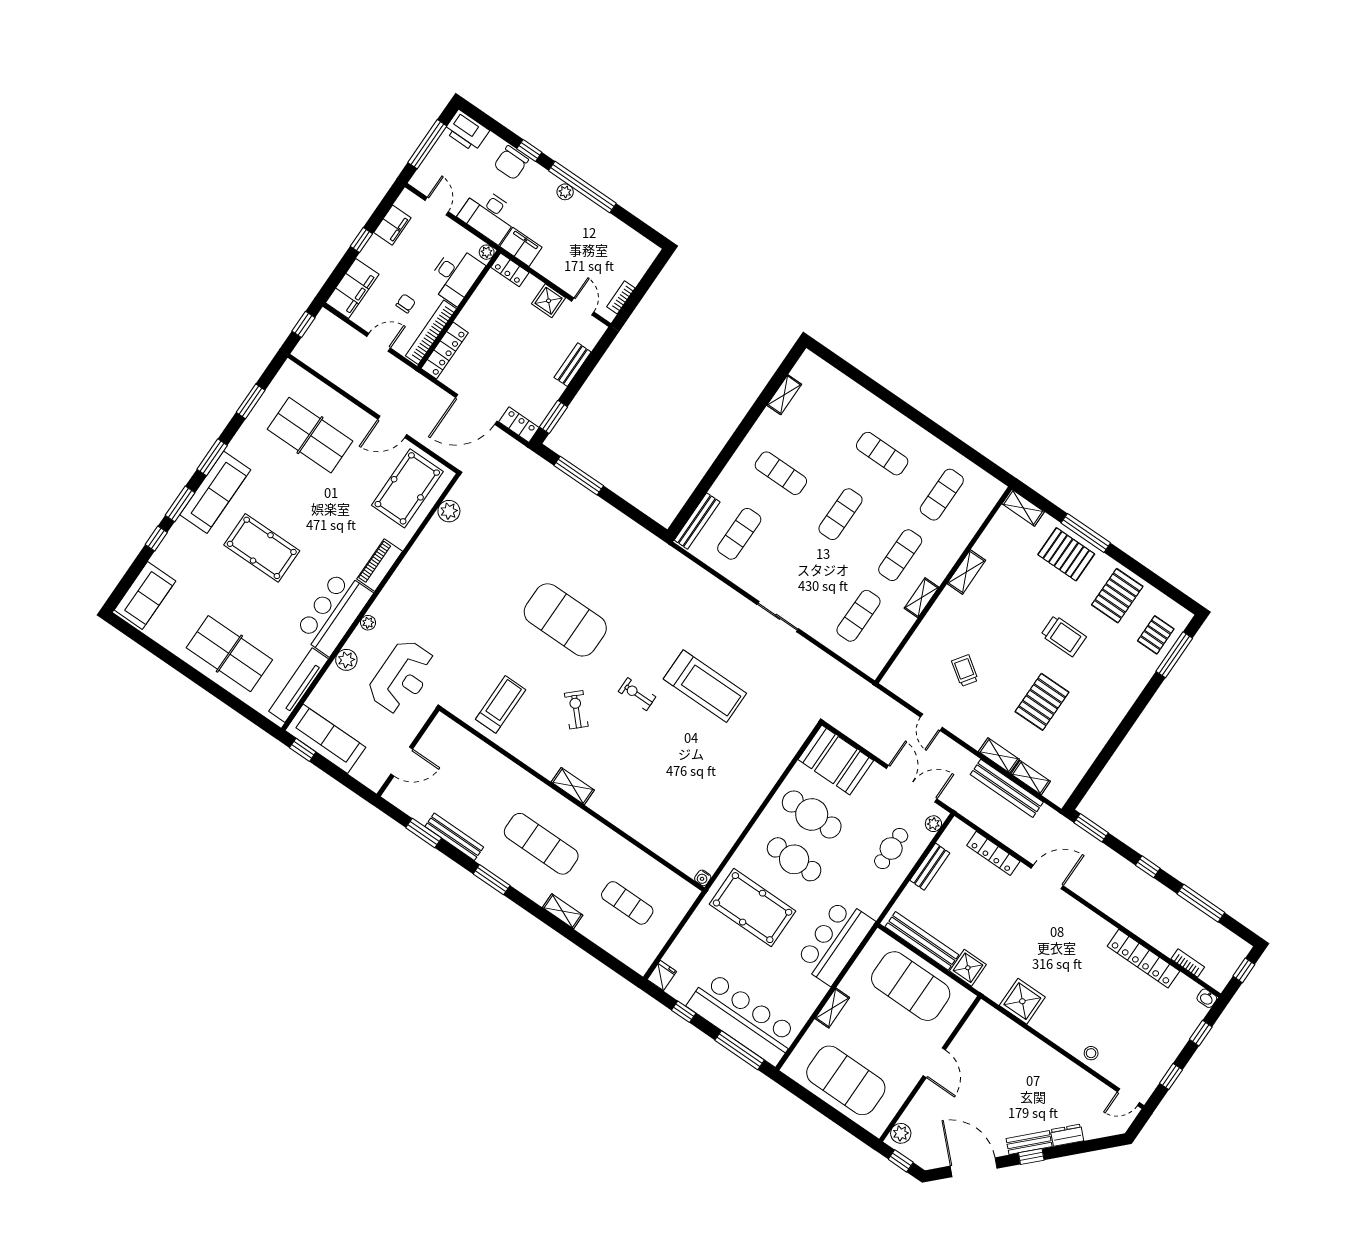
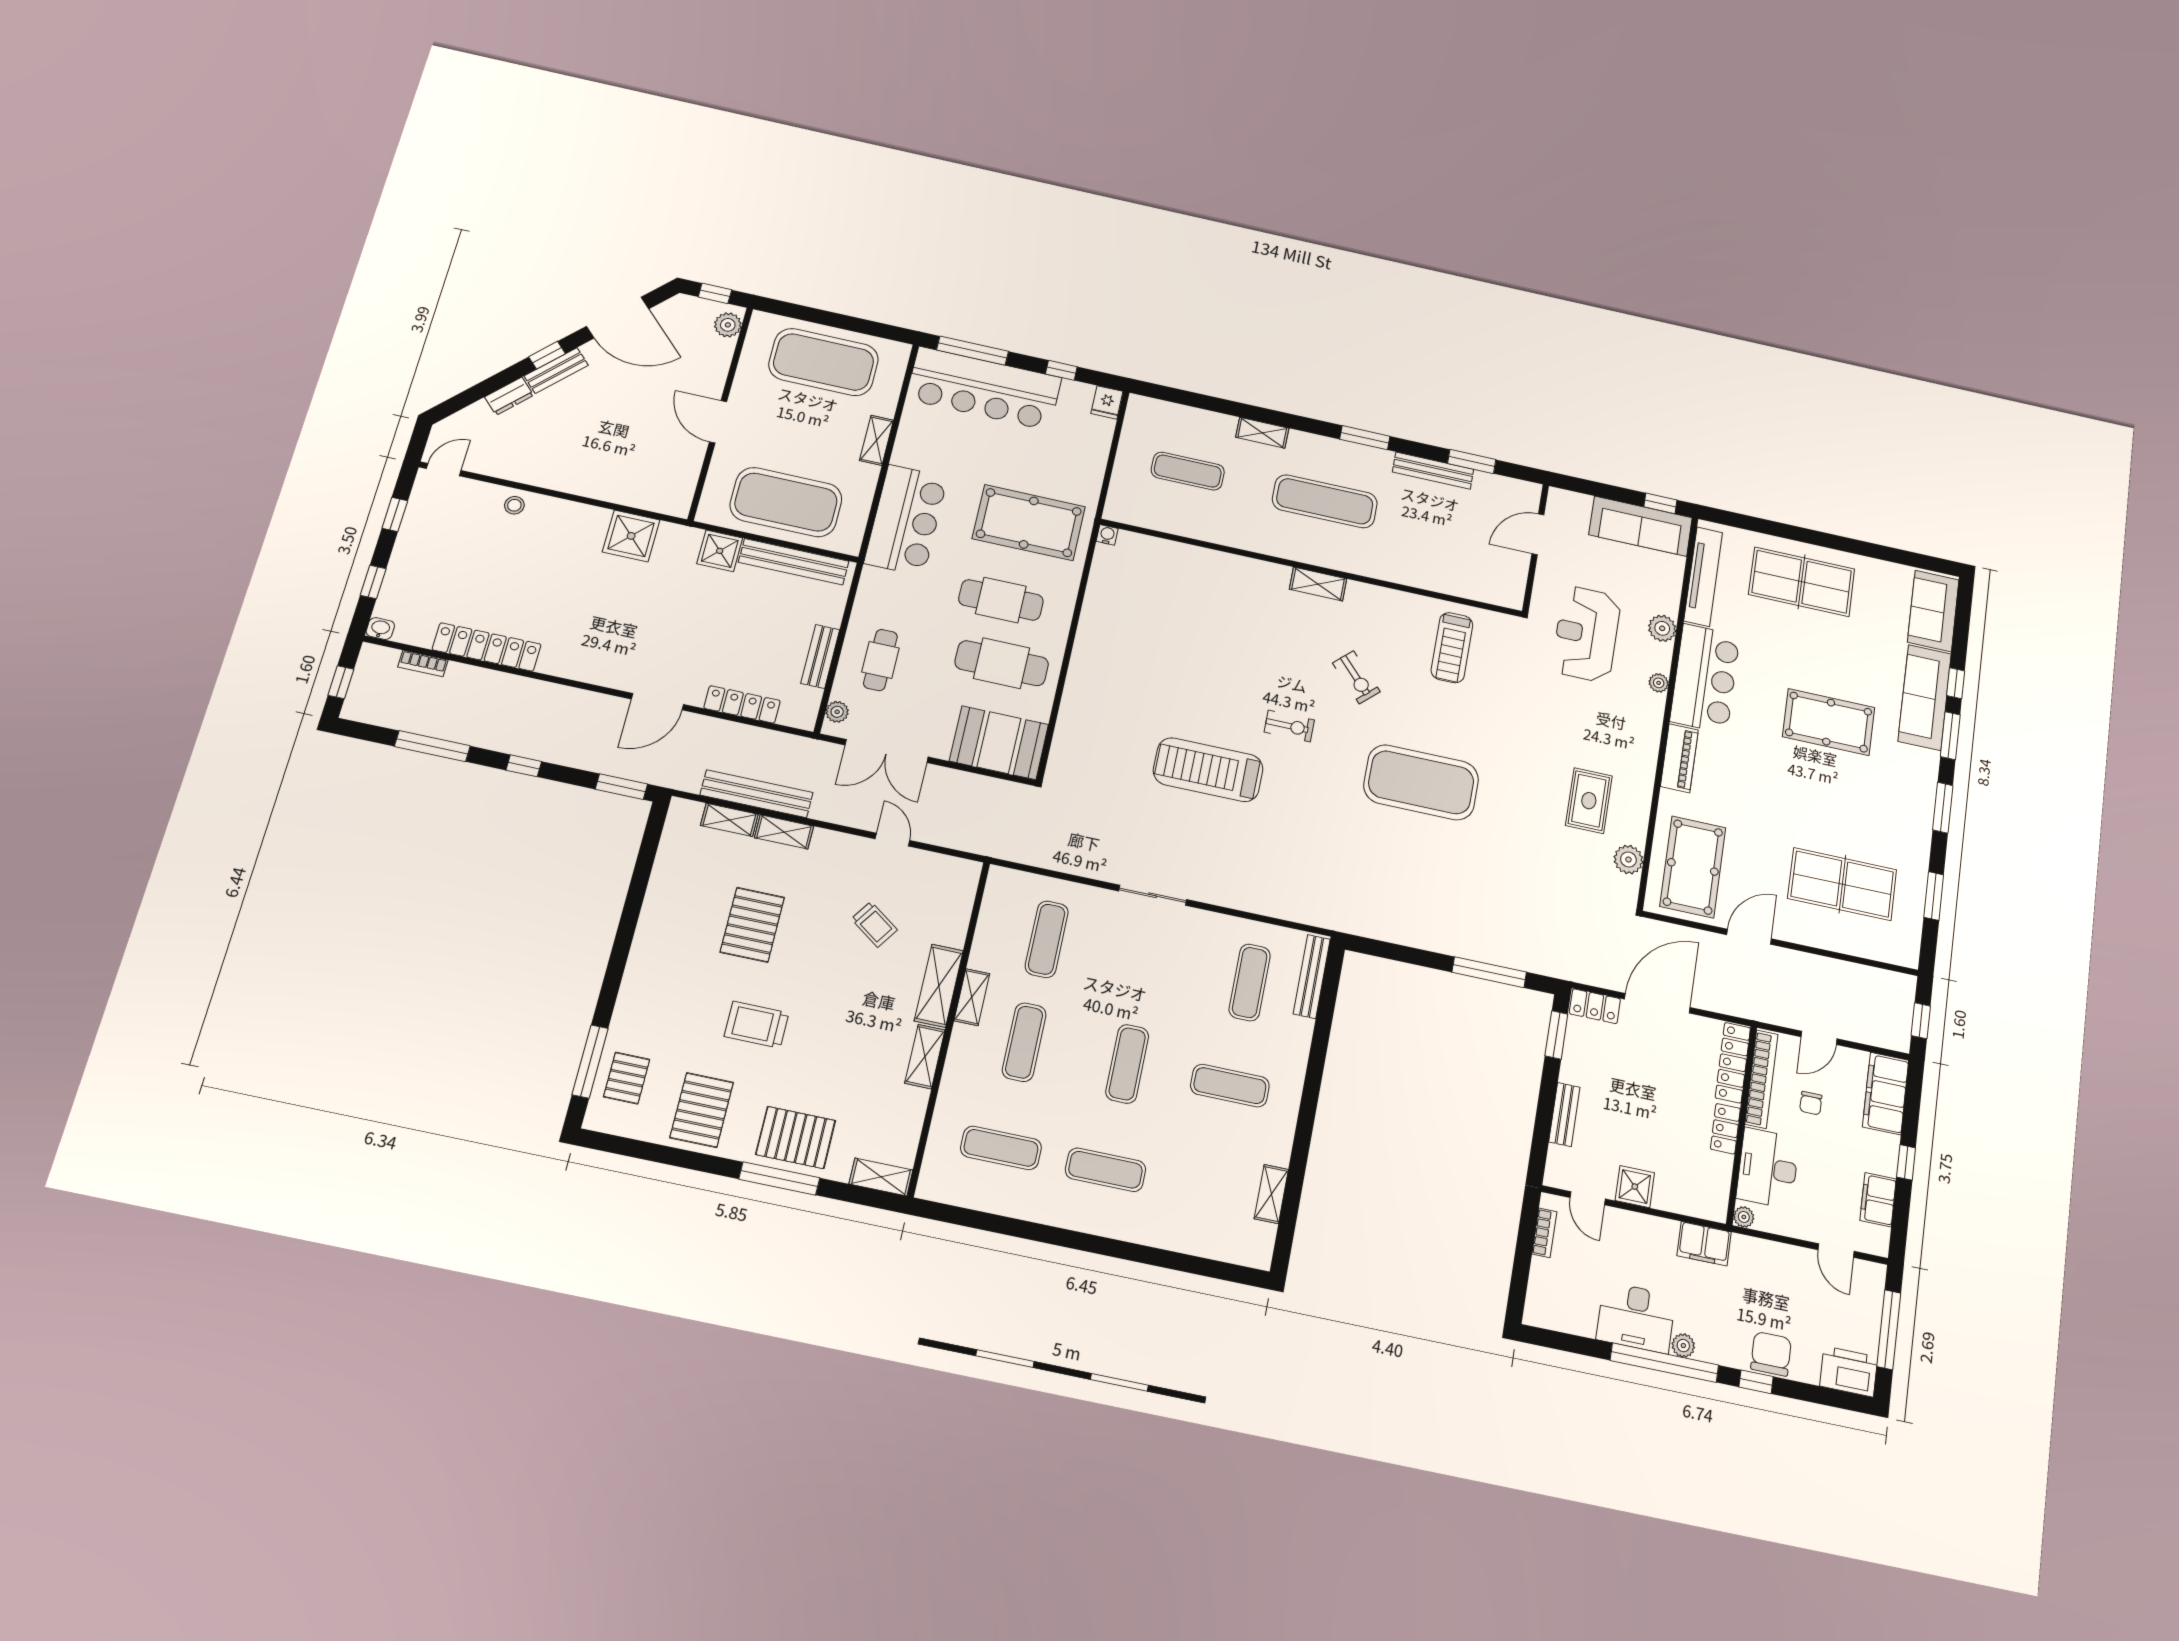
desk: (489, 215) -> (1636, 1317), moved, turned 180
locker: (510, 270) -> (1725, 1129), moved, turned -90
sofa: (215, 492) -> (1925, 697), moved
exercise mat: (942, 495) -> (1001, 1148), turned 90
rug: (457, 561) -> (1589, 801), added
shelving: (940, 614) -> (939, 986), added

